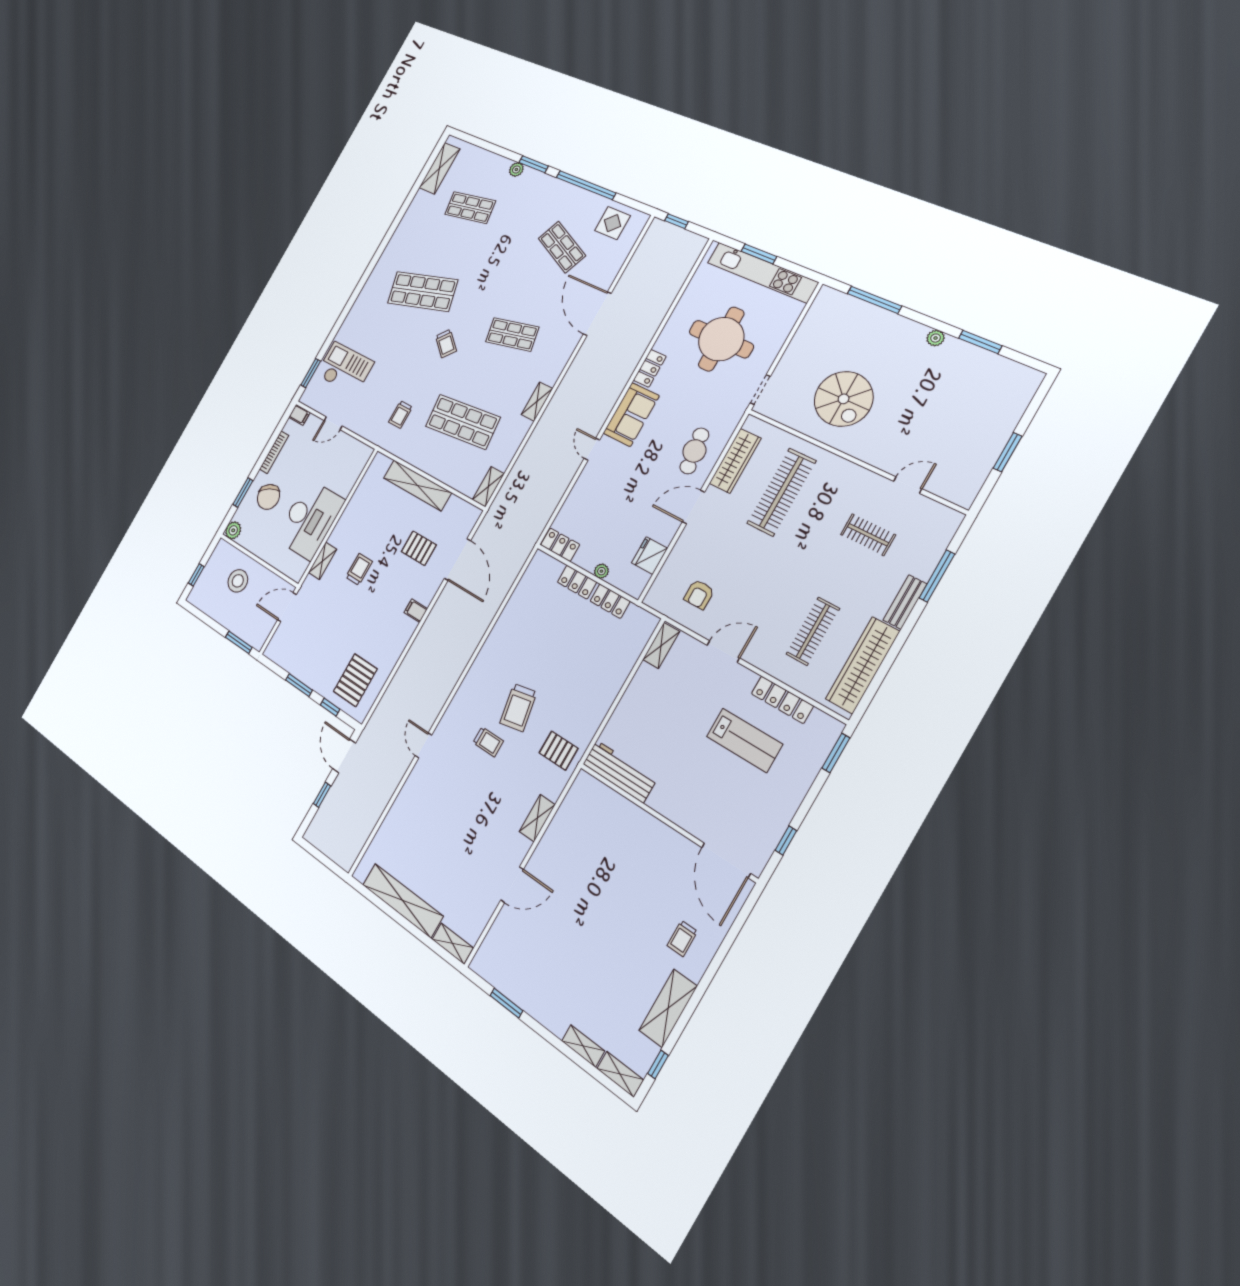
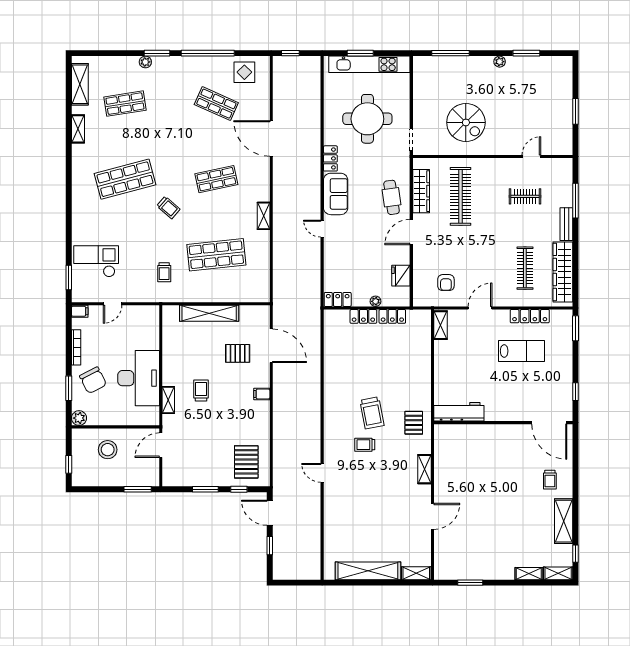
shelving: (488, 487) -> (78, 129), moved
trolley: (488, 742) -> (365, 445), turned 180
pallet: (559, 751) -> (414, 423), turned 90

